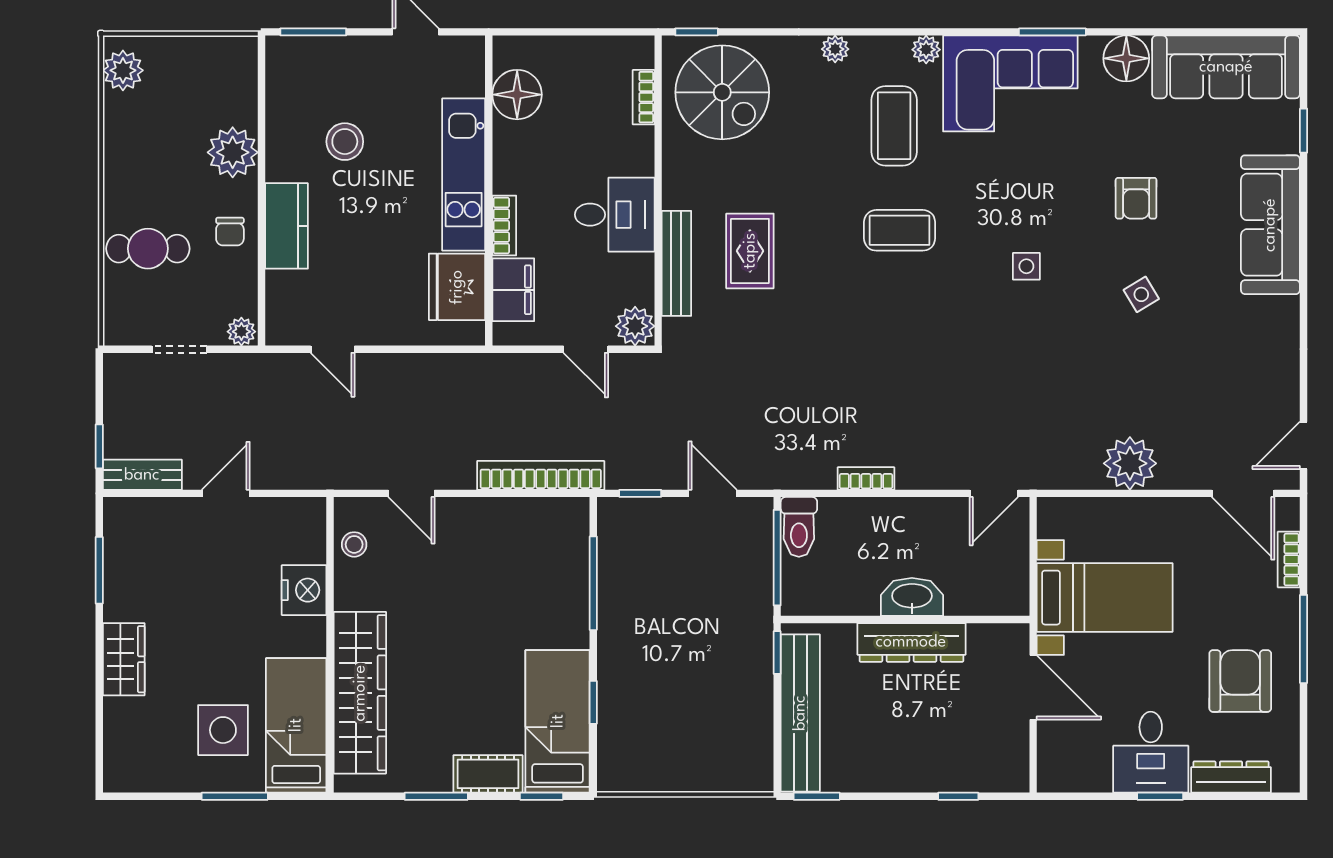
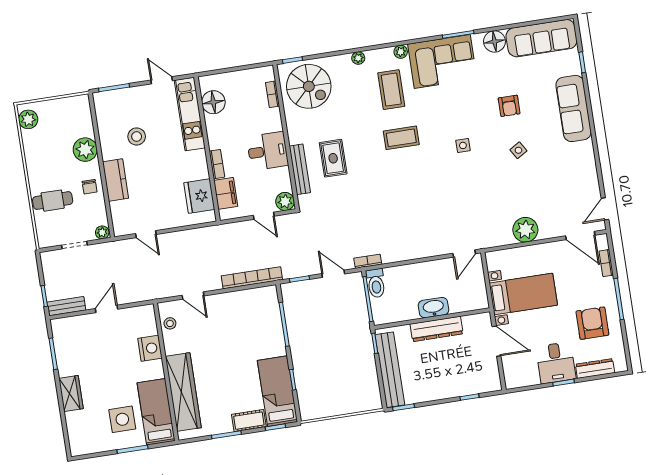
kitchen unit: (464, 175) -> (190, 114), moved
bookcase: (866, 478) -> (368, 261), moved

